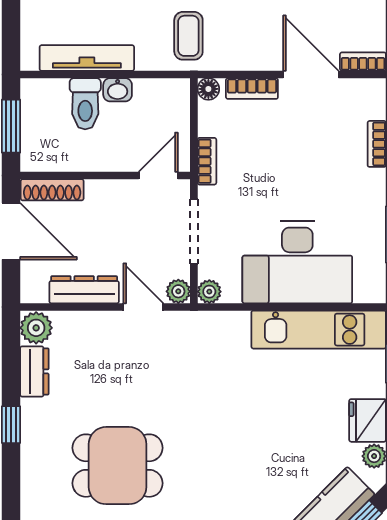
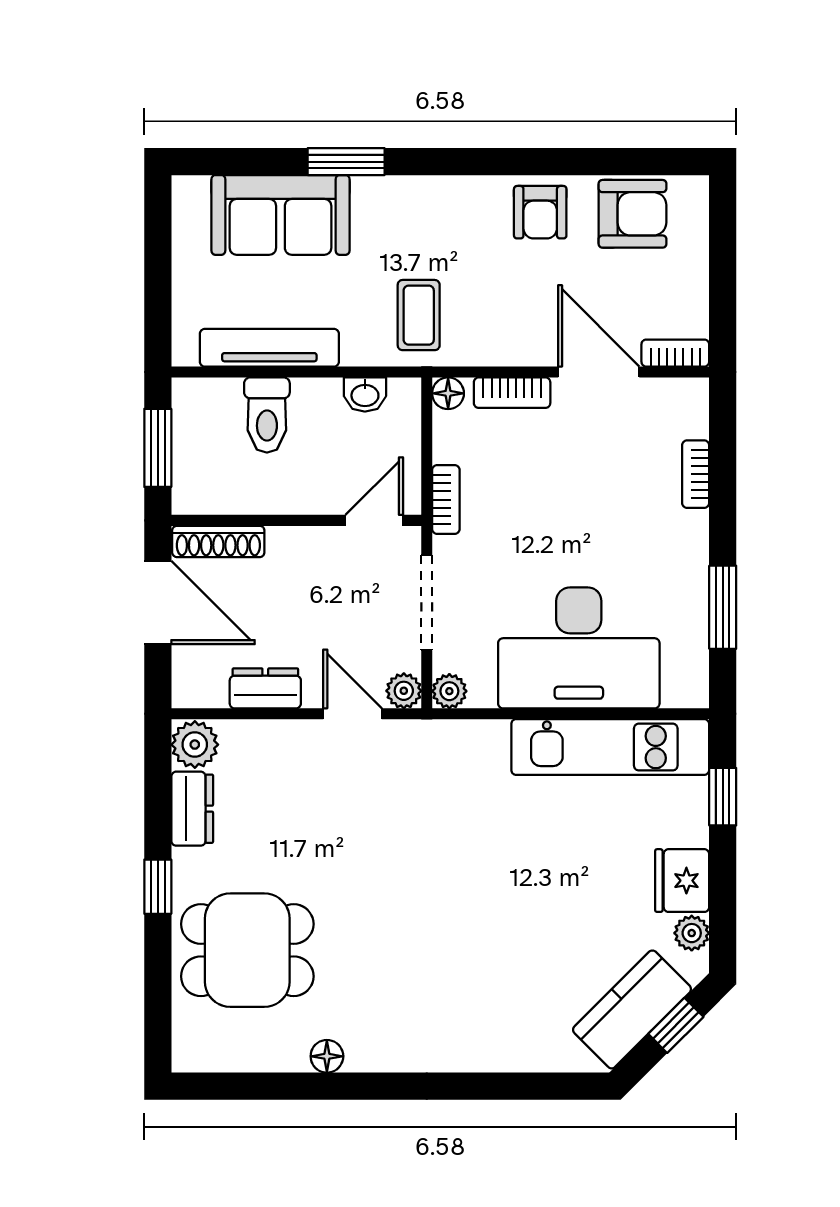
washbasin: (118, 90) -> (365, 394), moved
dresser: (84, 290) -> (265, 688), width x0.70
dining table: (118, 466) -> (247, 950), moved

